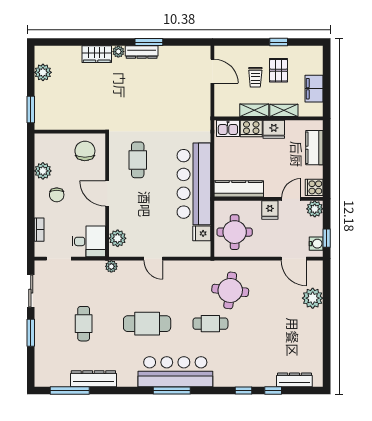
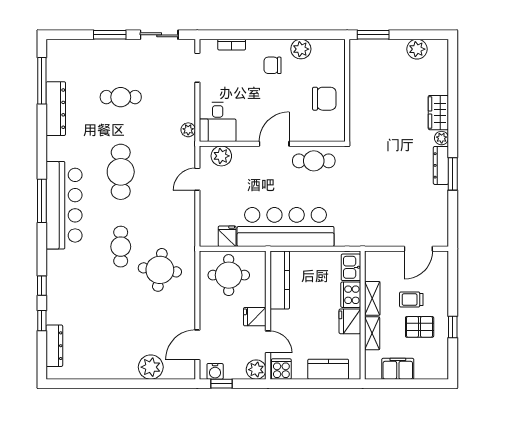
door: (107, 194) -> (274, 144), moved
wall: (107, 195) -> (272, 144), moved
plant: (118, 238) -> (221, 156), moved
desk: (89, 241) -> (218, 122), moved

